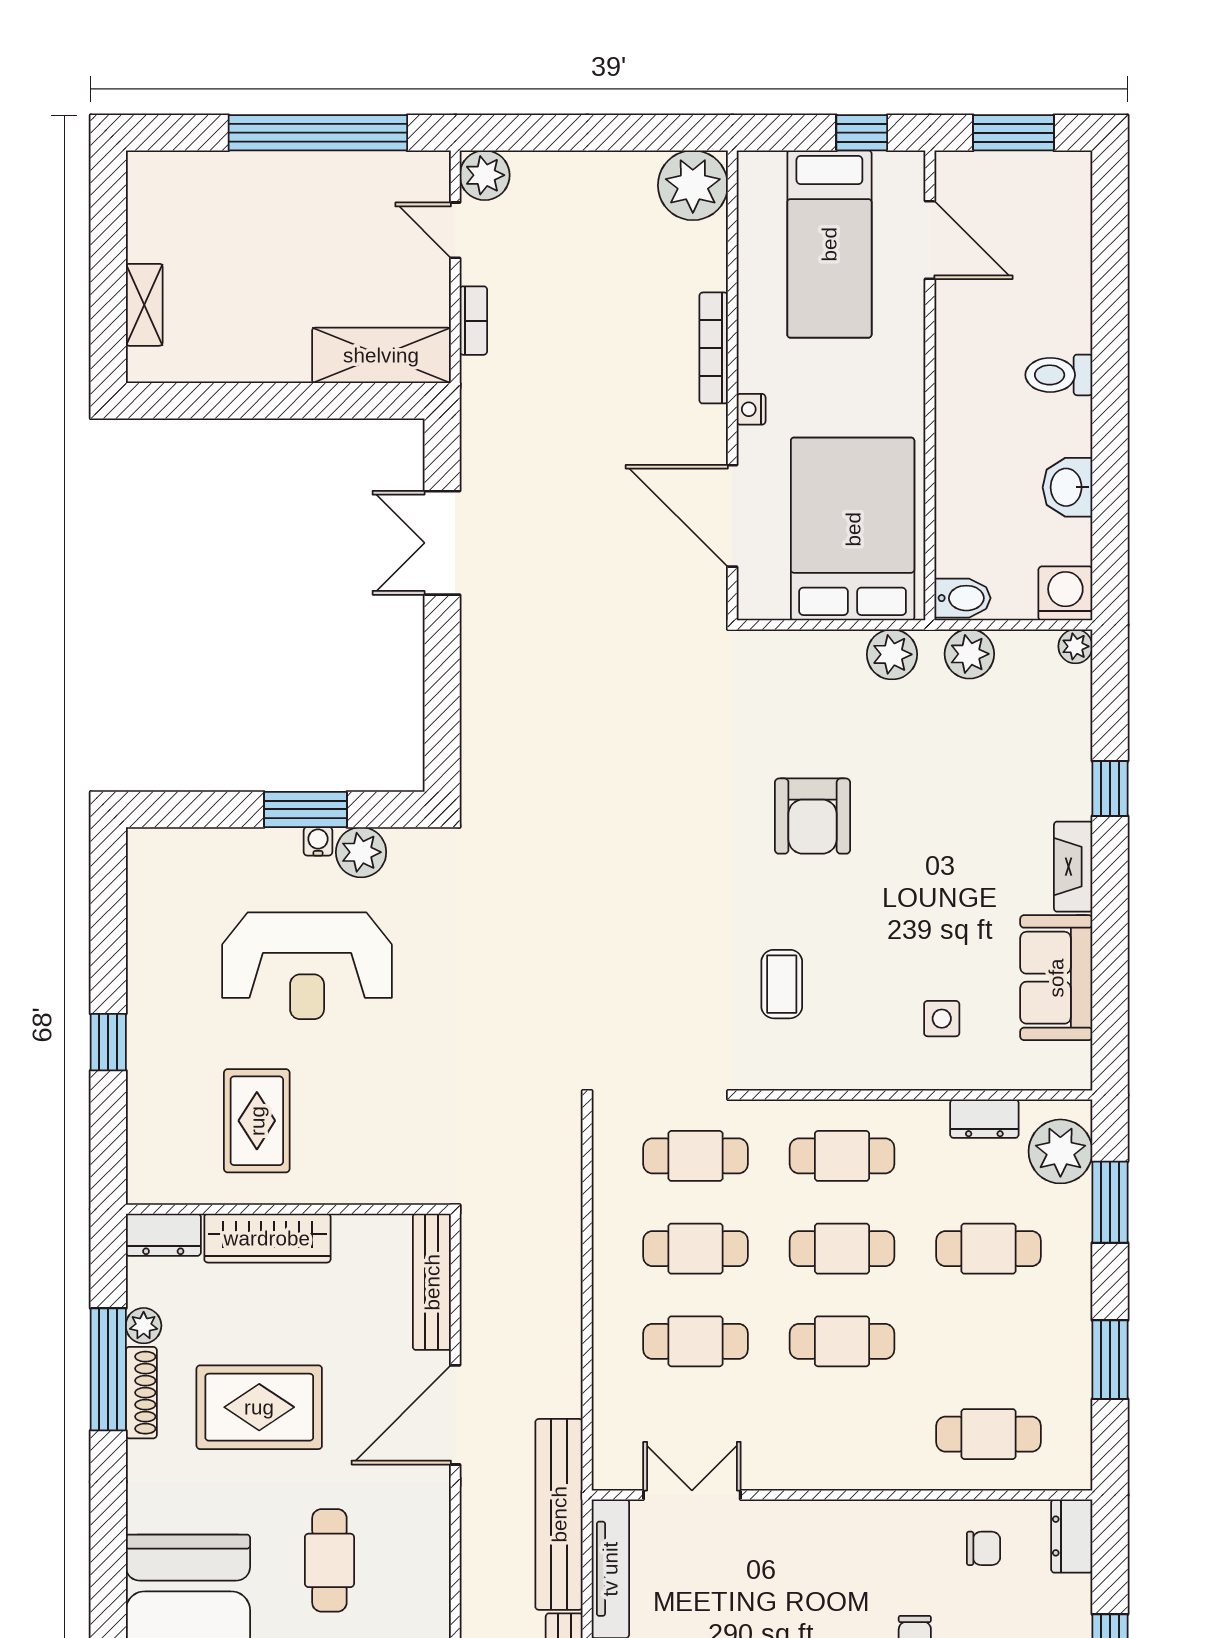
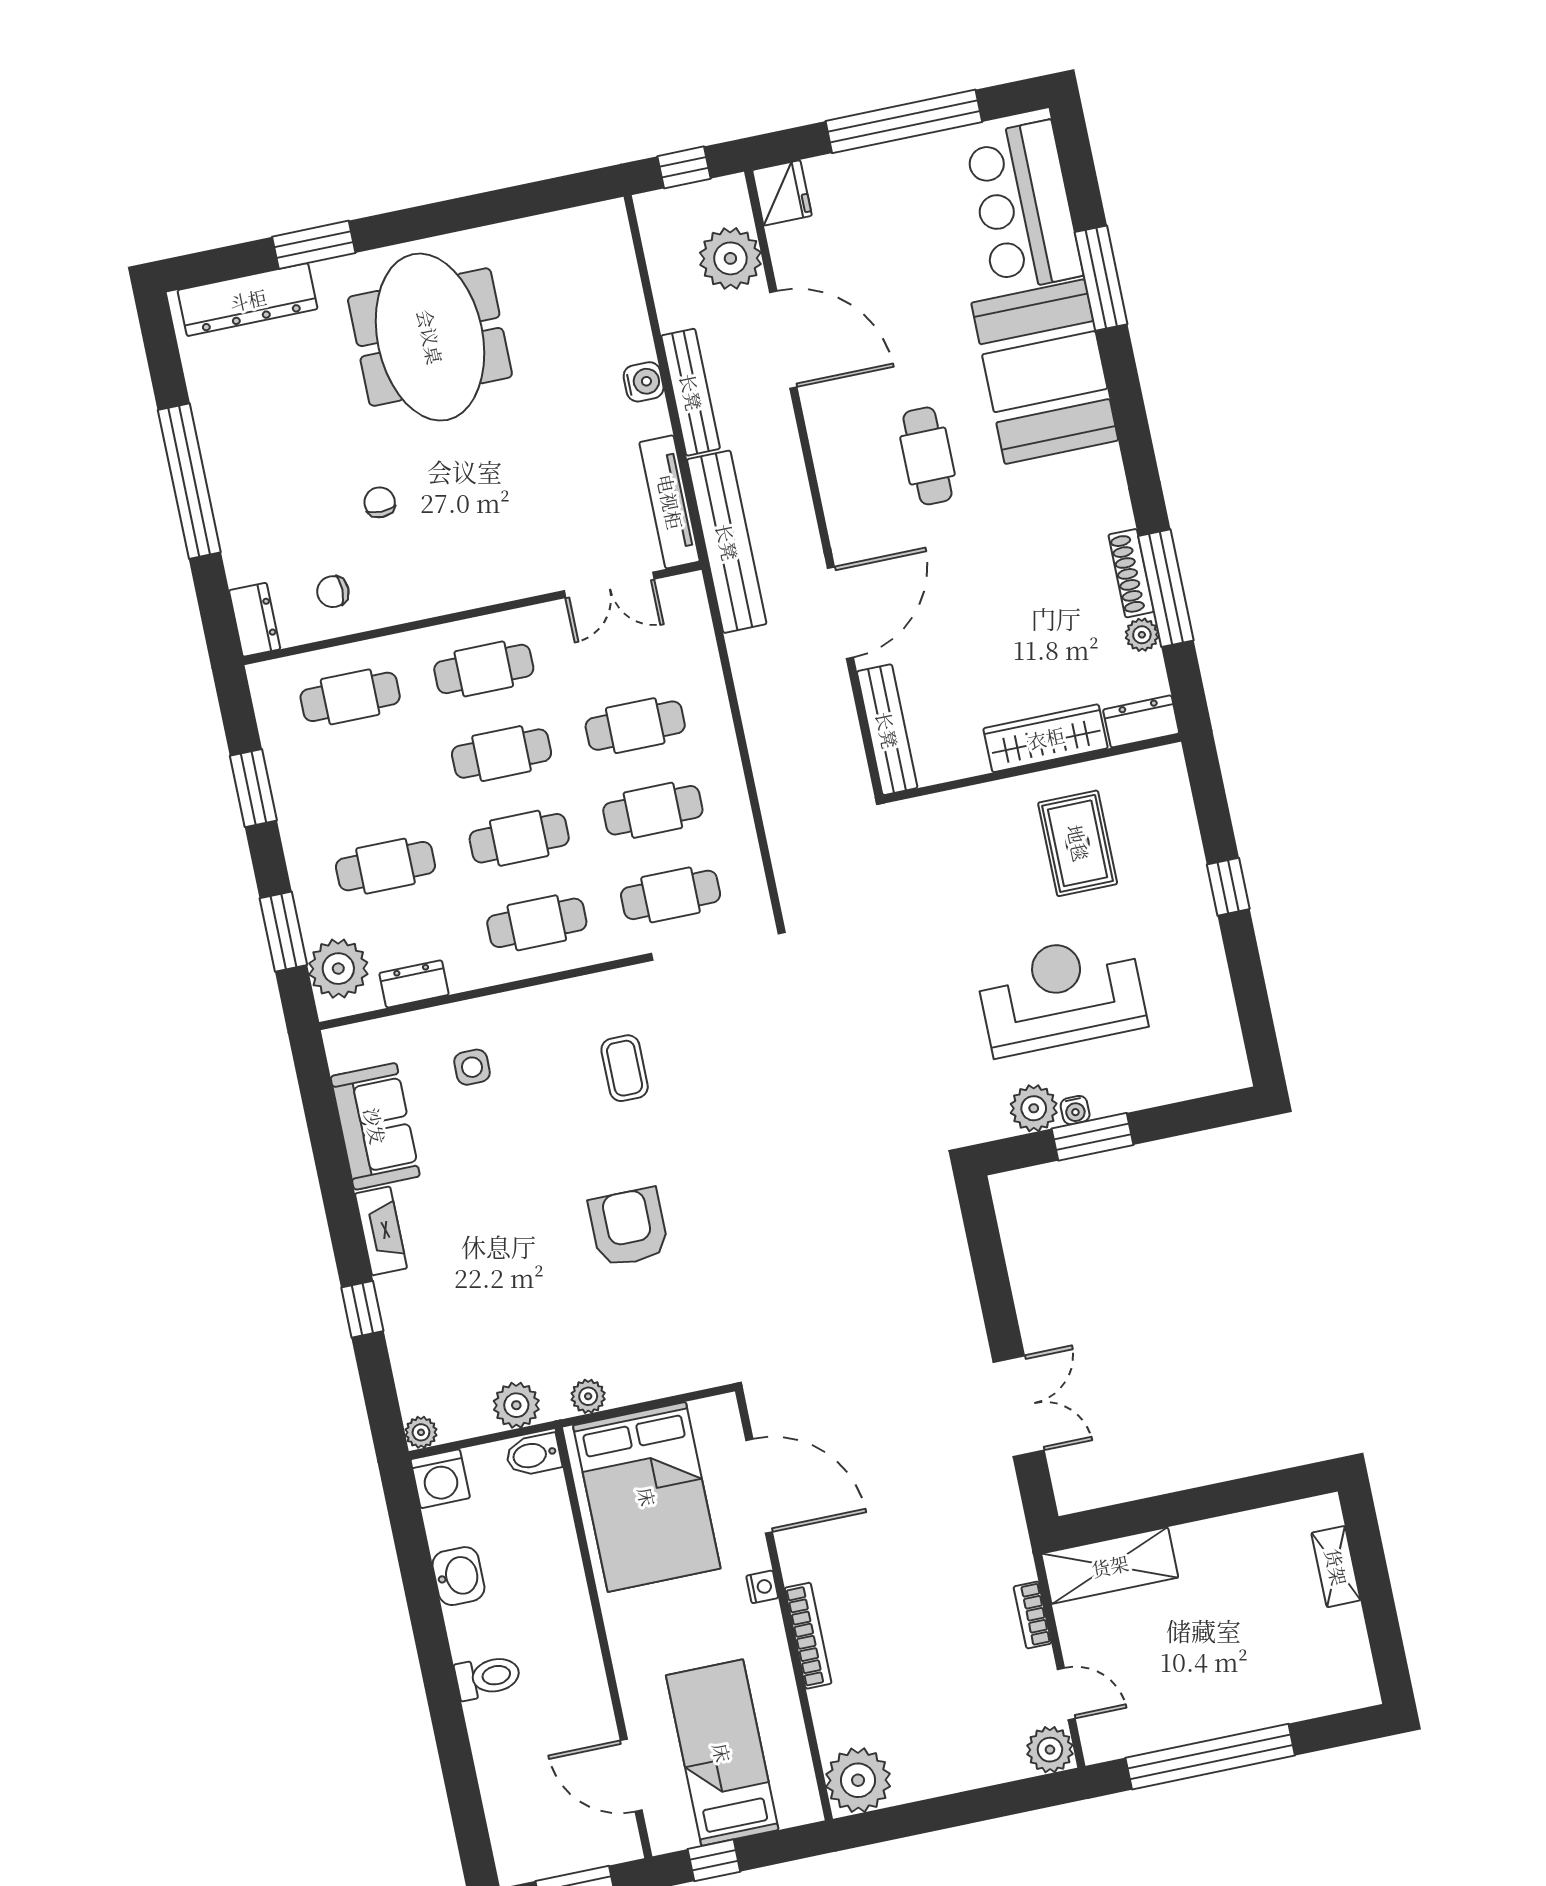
plant: (892, 654) -> (588, 1396), width x0.73, depth x0.73
rug: (259, 1407) -> (1021, 582), removed
cafe table: (842, 1434) -> (484, 669), added

